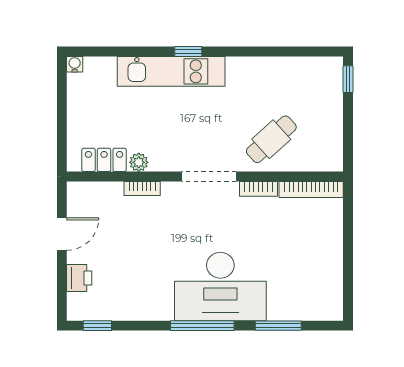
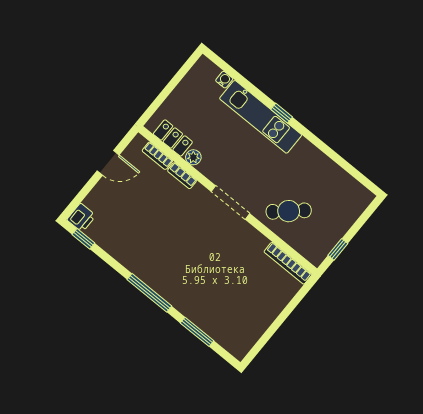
water cooler: (75, 64) -> (224, 80), moved
window: (348, 79) -> (338, 249), moved
bookcase: (258, 189) -> (157, 156), moved
printer: (79, 278) -> (81, 218), moved
desk: (220, 286) -> (181, 277), removed

